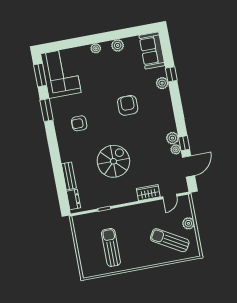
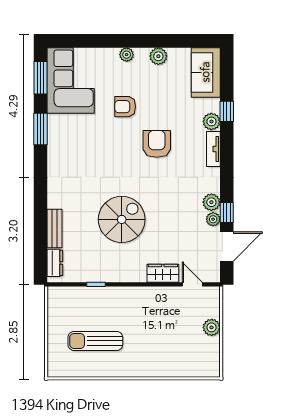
tv unit: (167, 102) -> (213, 149), added
armchair: (79, 123) -> (125, 107), moved
door: (170, 196) -> (192, 284), swing flipped
sun lounger: (170, 240) -> (181, 346), removed
sun lounger: (111, 247) -> (95, 341), turned -90

